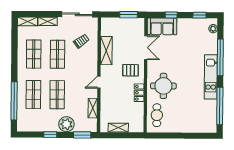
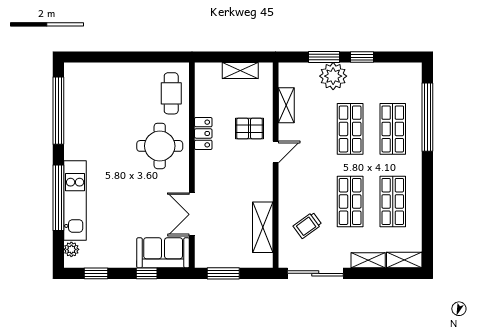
shelving: (106, 51) -> (263, 227), moved
pallet: (130, 70) -> (249, 129), moved
kitchen unit: (211, 77) -> (75, 200), moved
window: (82, 135) -> (324, 57), moved

